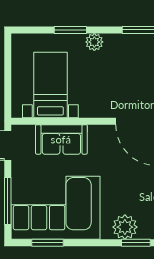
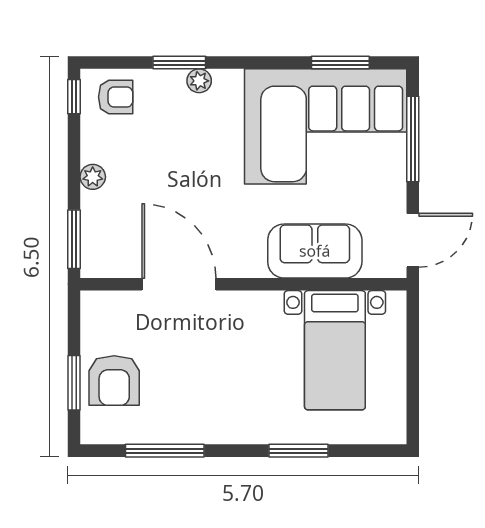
plant: (94, 42) -> (255, 429), removed
plant: (125, 227) -> (199, 81), width x0.53, depth x0.53

